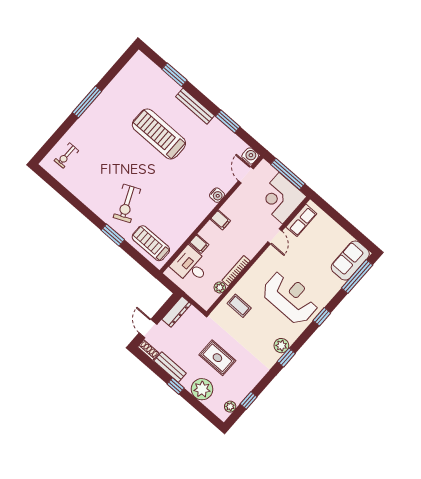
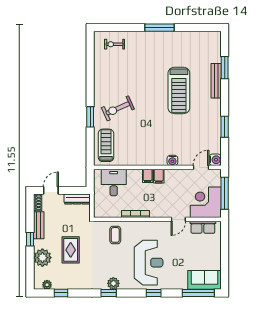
bench: (195, 106) -> (216, 81), moved
treadmill: (159, 134) -> (179, 90), turned 180
filing cabinet: (199, 244) -> (148, 176), moved
plant: (220, 287) -> (116, 213), removed

